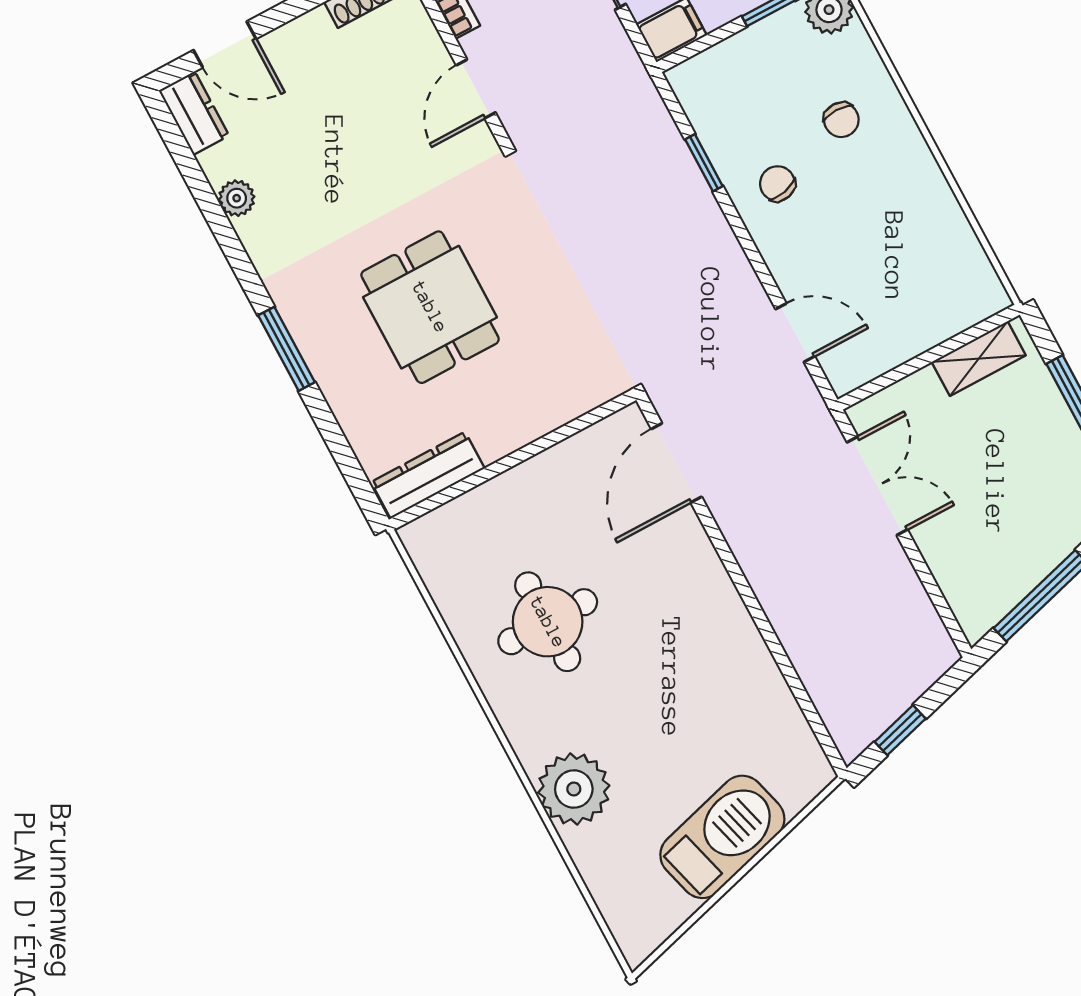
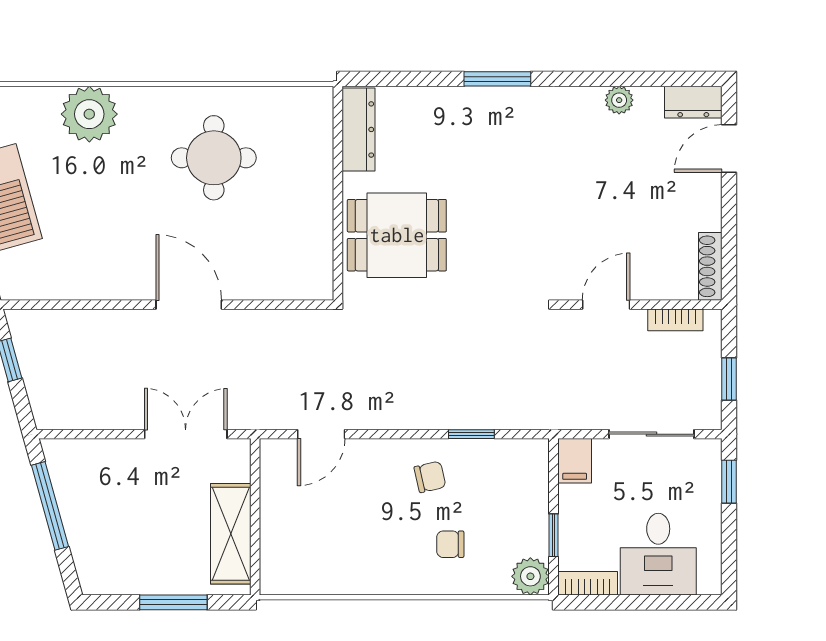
door: (476, 89) -> (606, 305), hinge flipped
dining table: (430, 307) -> (397, 235), moved
shelving: (979, 359) -> (231, 534), width x1.50, depth x1.33
door: (676, 463) -> (189, 305), moved
double door: (877, 486) -> (186, 434), swing flipped

